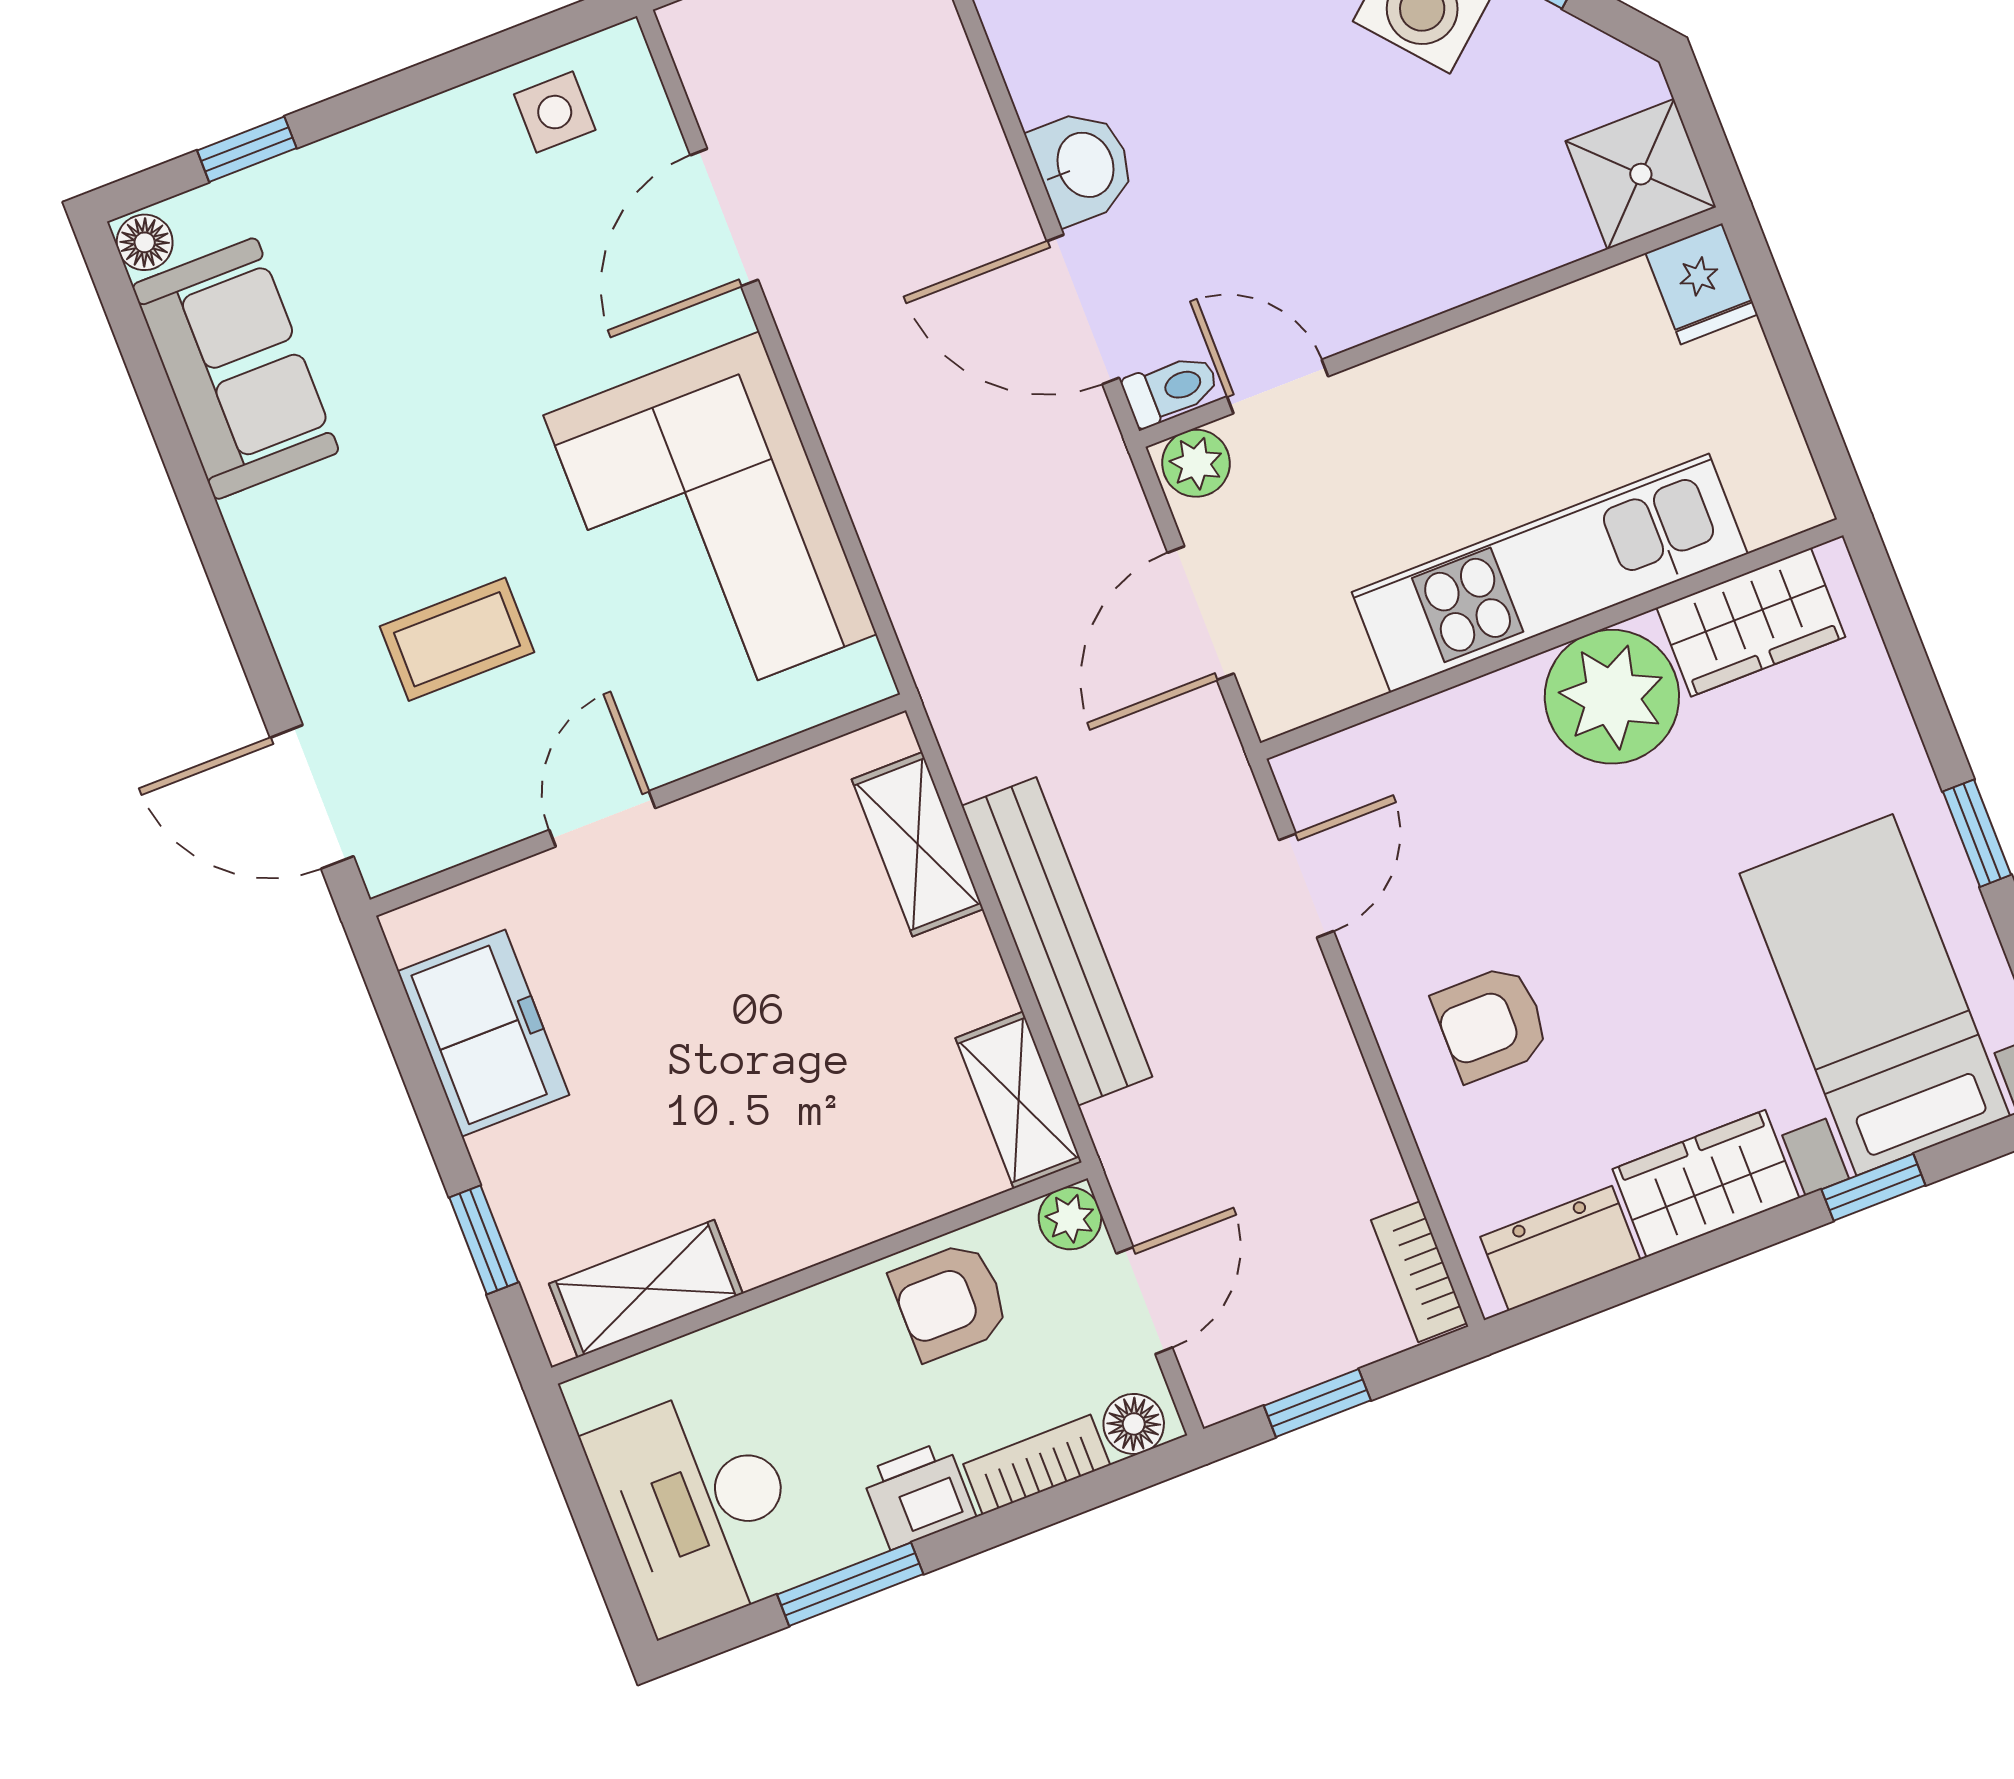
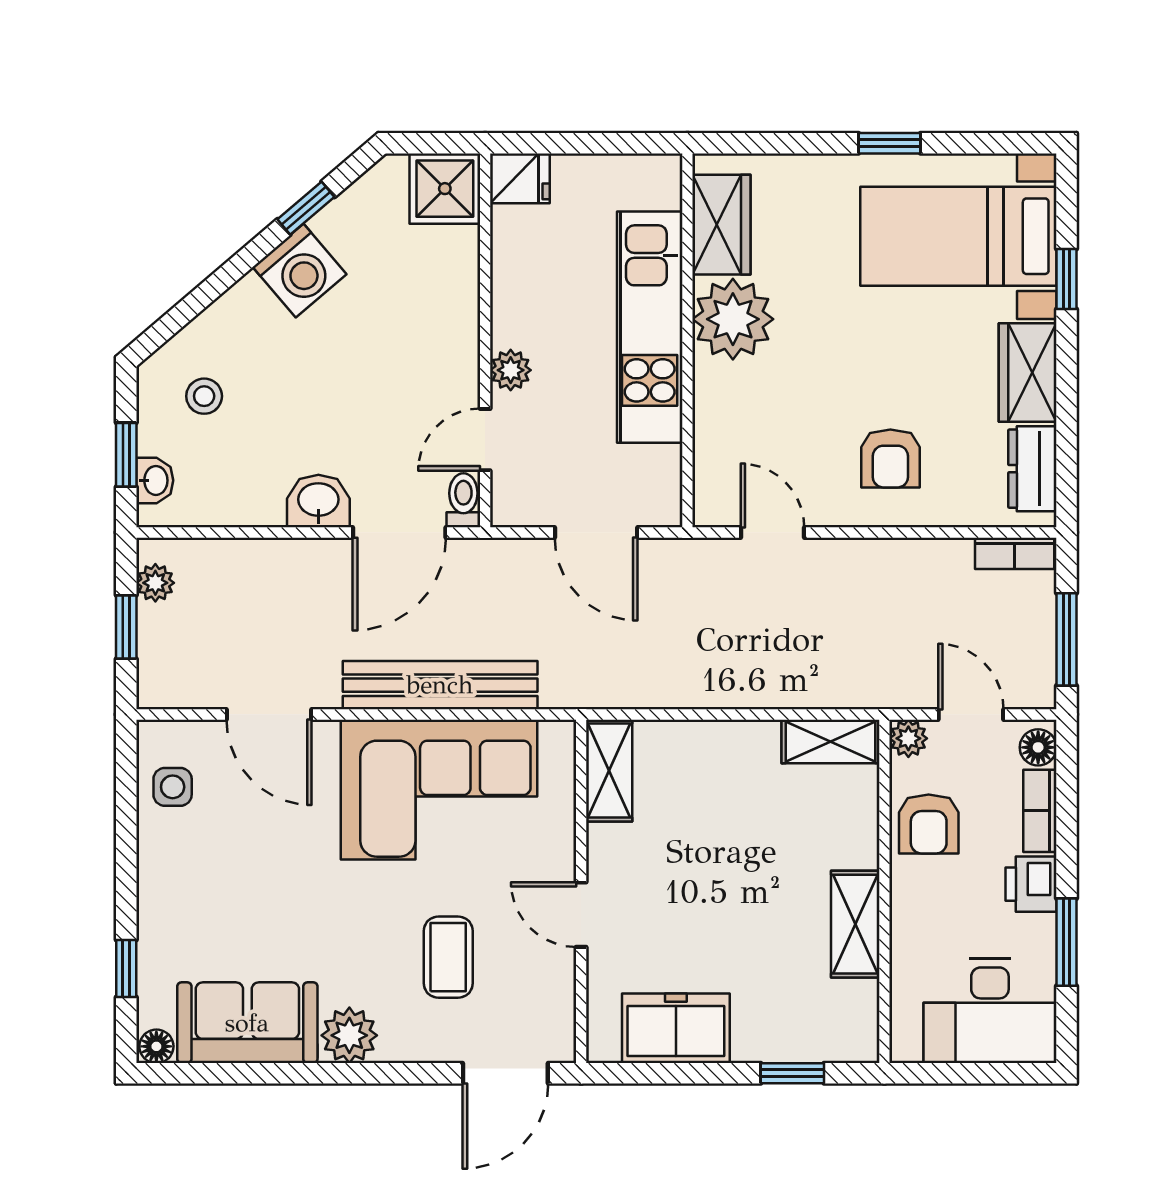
plant: (1196, 463) -> (511, 370), moved
plant: (277, 533) -> (349, 1035), added
shelving: (918, 844) -> (609, 771), moved, turned 90
bench: (1057, 941) -> (440, 685), moved
shelving: (646, 1289) -> (855, 924), moved
window: (1317, 1403) -> (1066, 639), width x1.50

